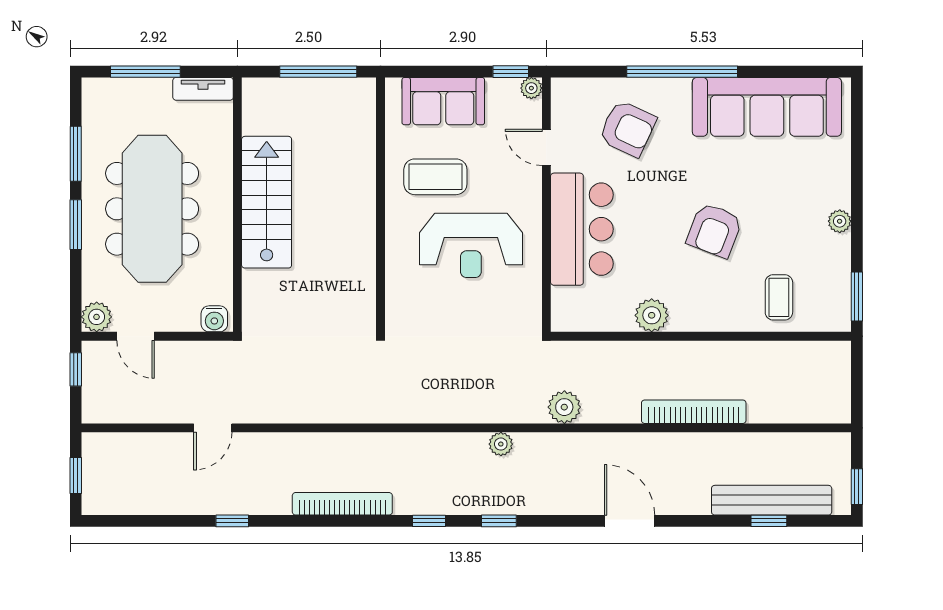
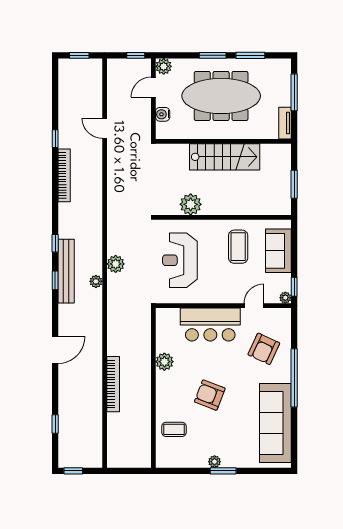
window: (318, 72) -> (294, 184), width x0.69
reception desk: (471, 245) -> (180, 260), moved
plant: (356, 266) -> (191, 204), added
window: (857, 296) -> (223, 471), moved
water cooler: (214, 319) -> (163, 114), moved
plant: (564, 407) -> (116, 264), moved
bench: (772, 500) -> (66, 271), moved
bookcase: (342, 504) -> (64, 175), moved

